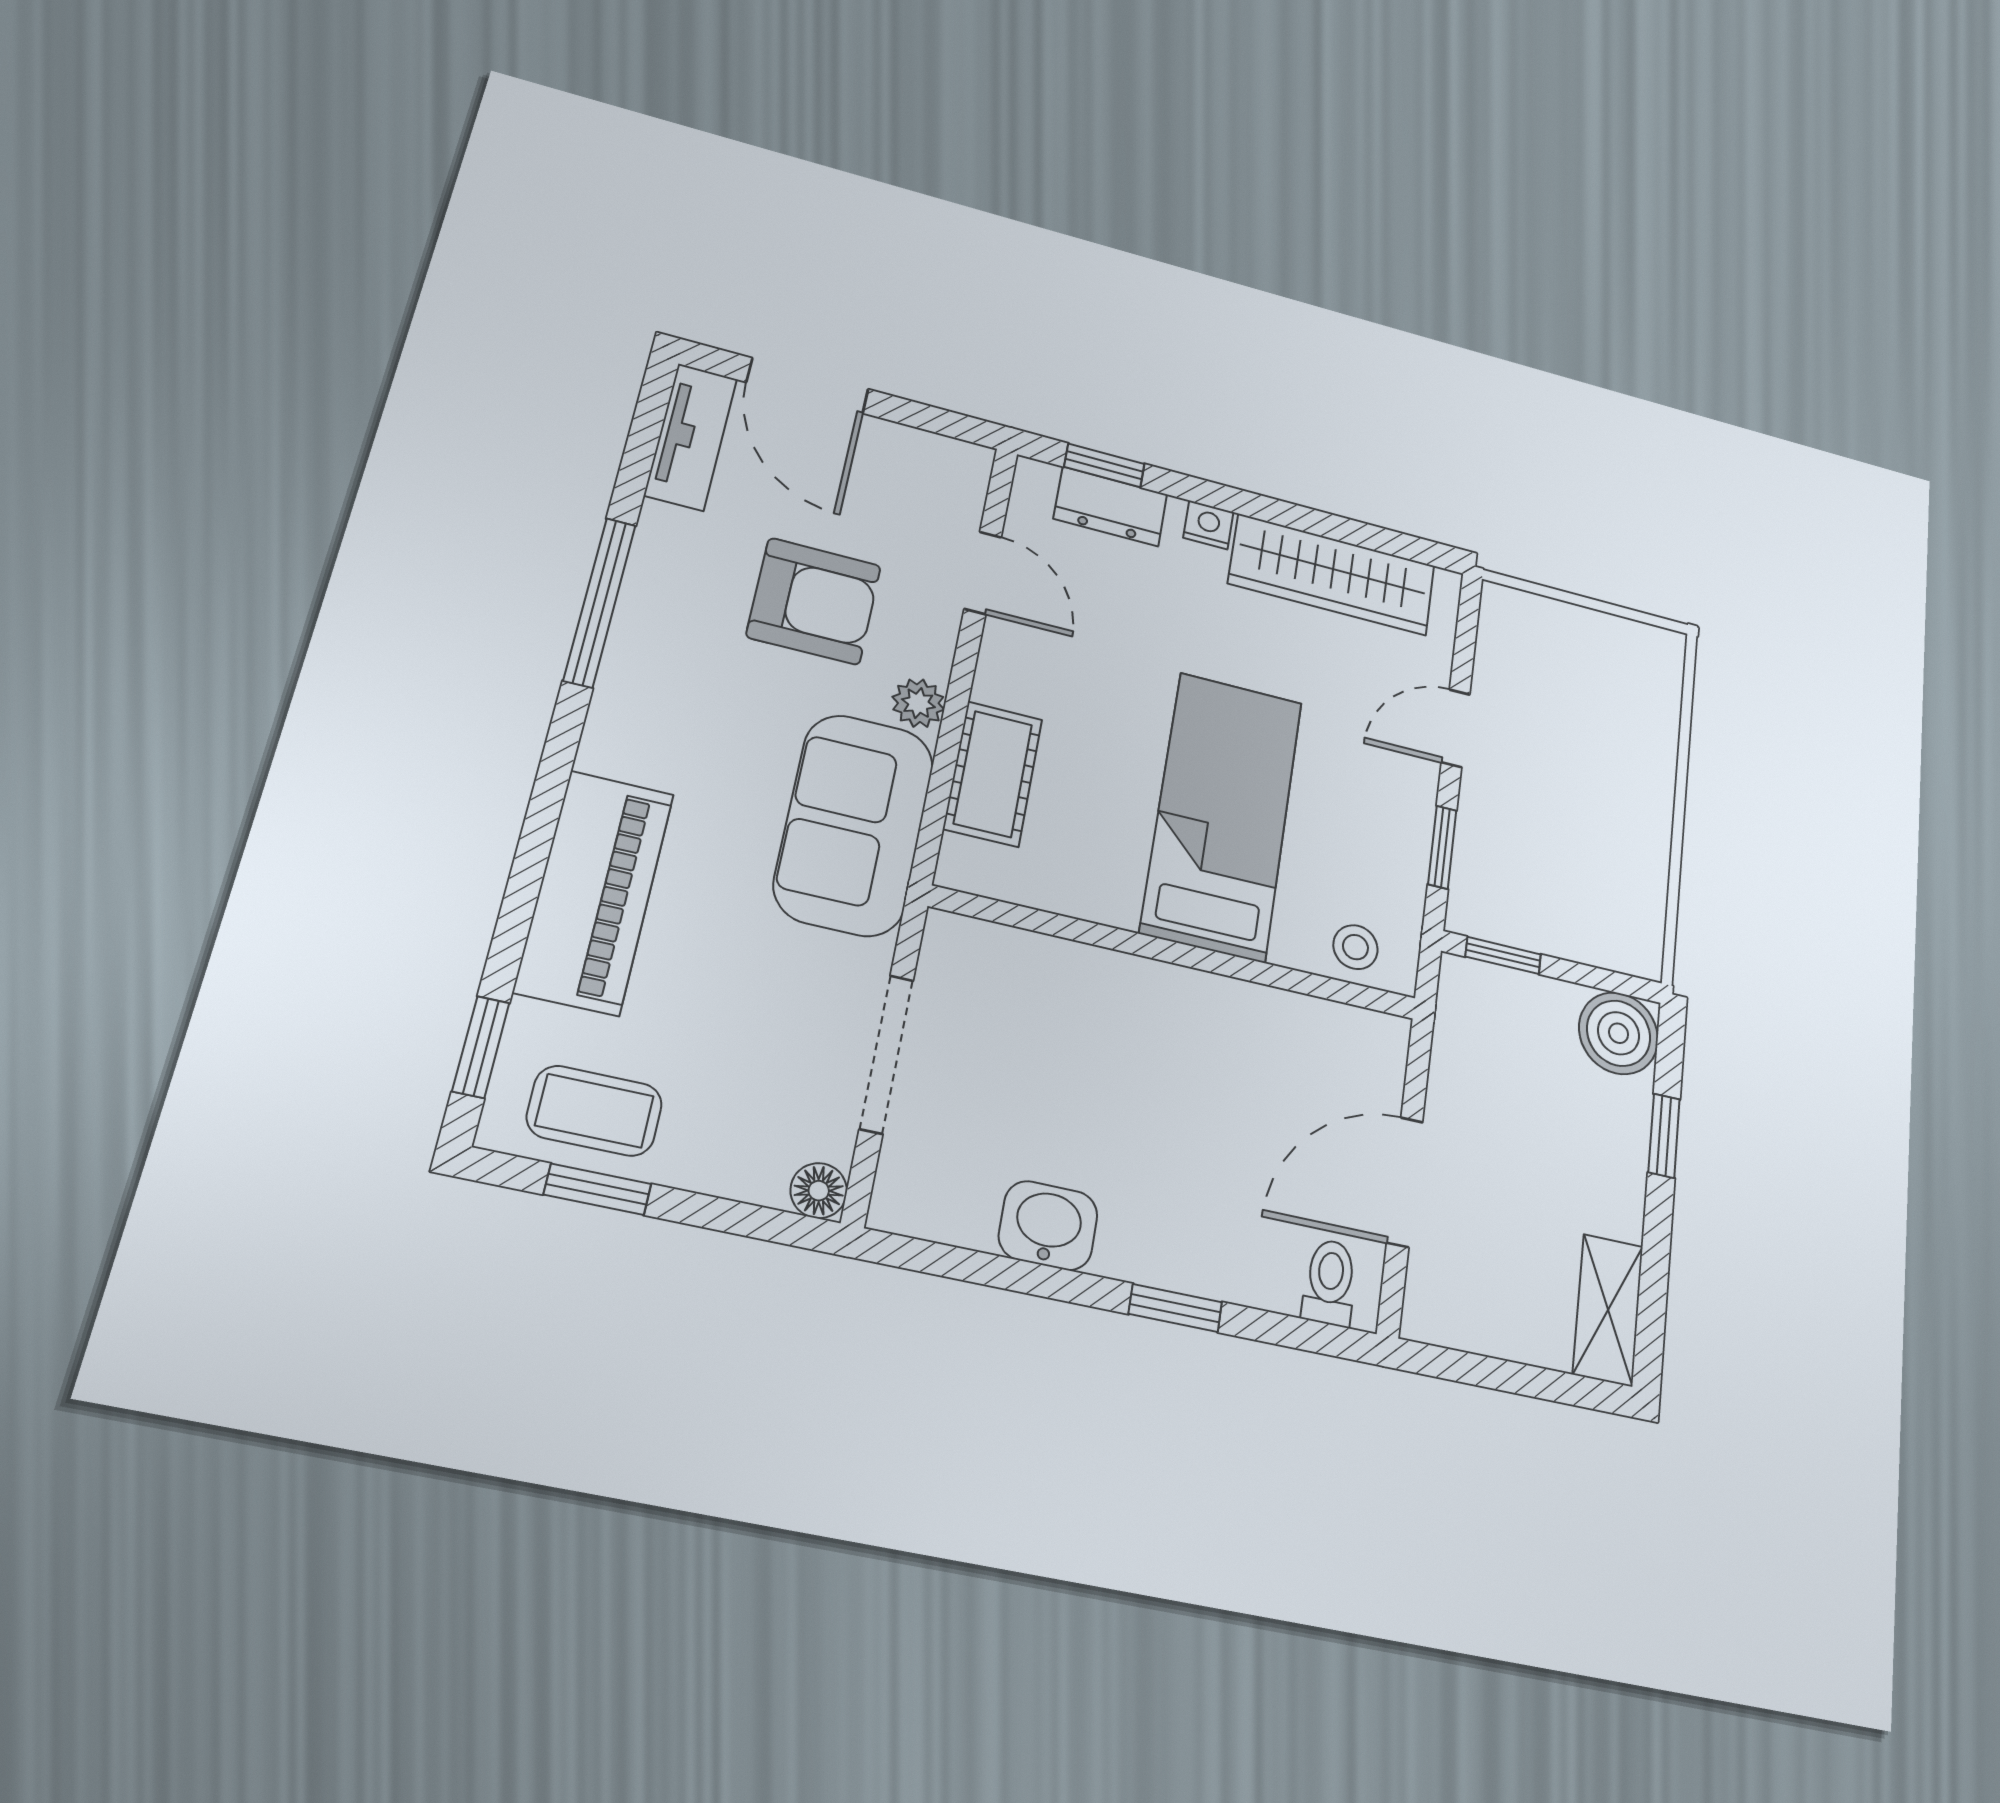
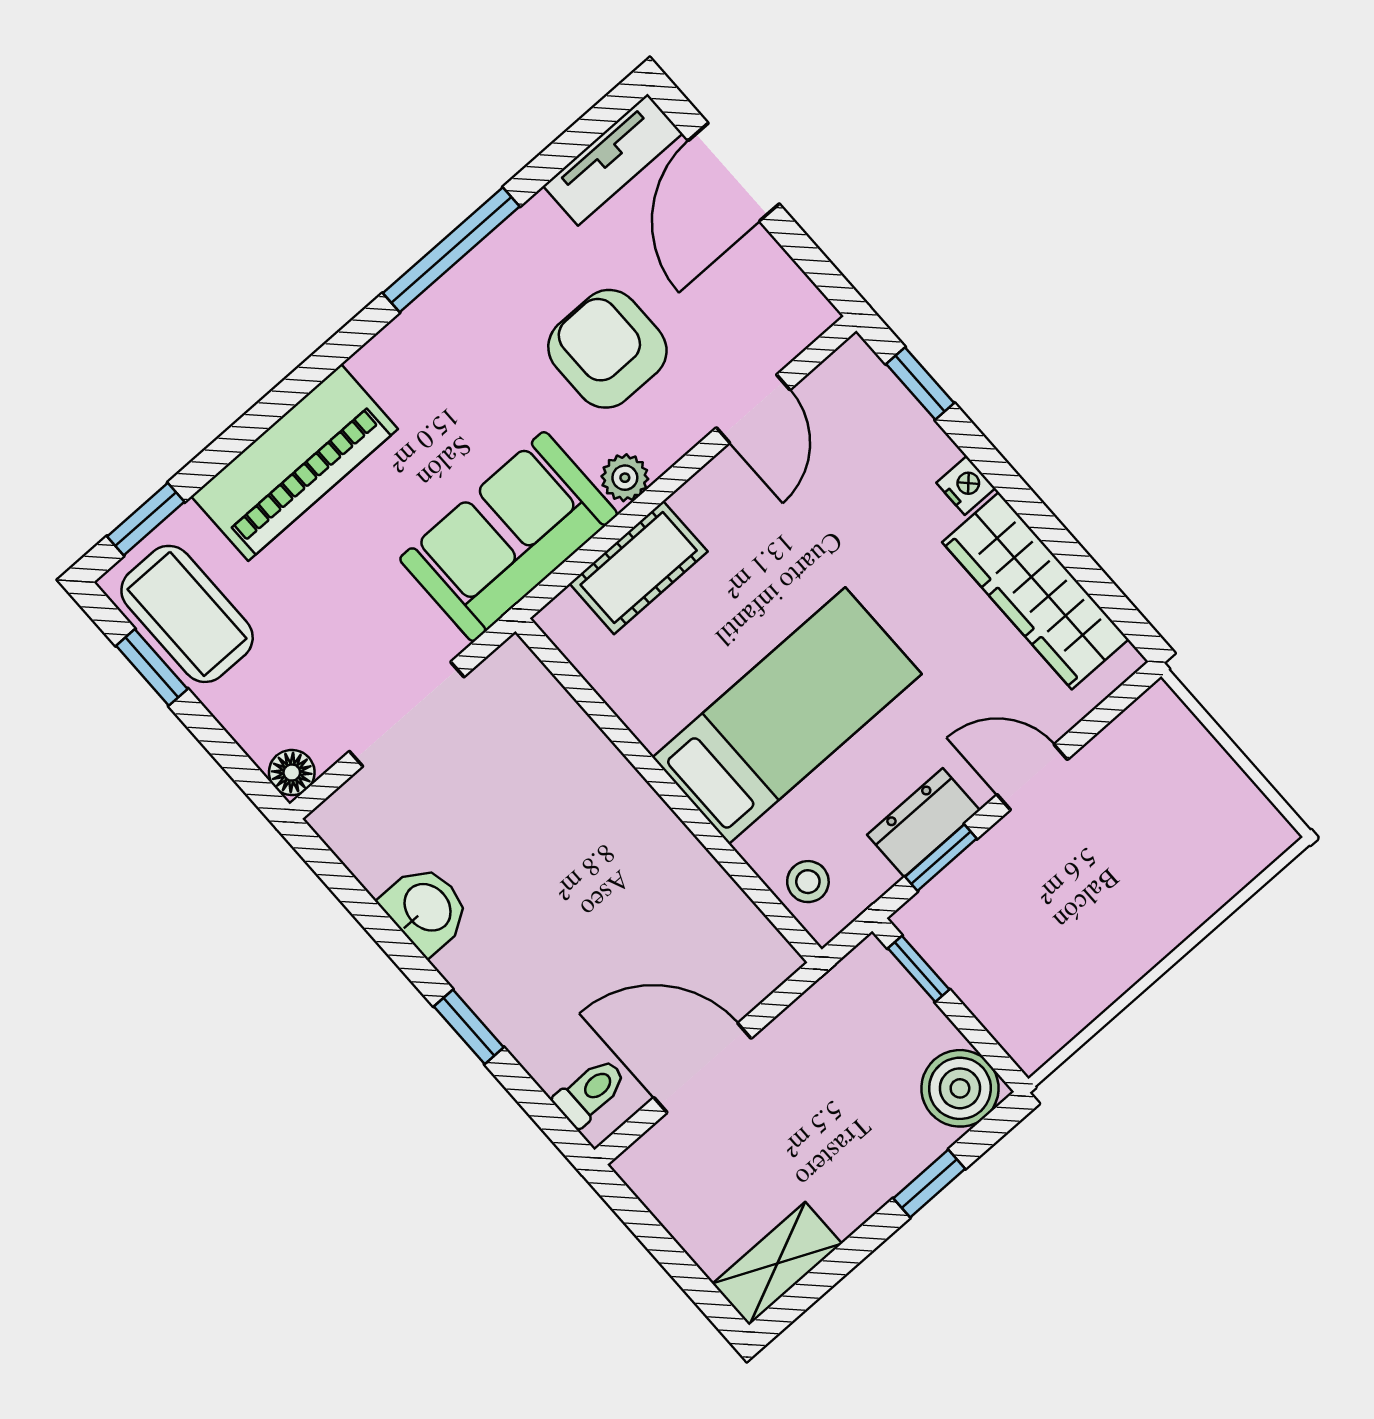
dresser: (1110, 506) -> (923, 822), moved, turned 90
armchair: (814, 601) -> (607, 349), turned 180
coffee table: (594, 1111) -> (187, 614), width x1.36, depth x1.30

